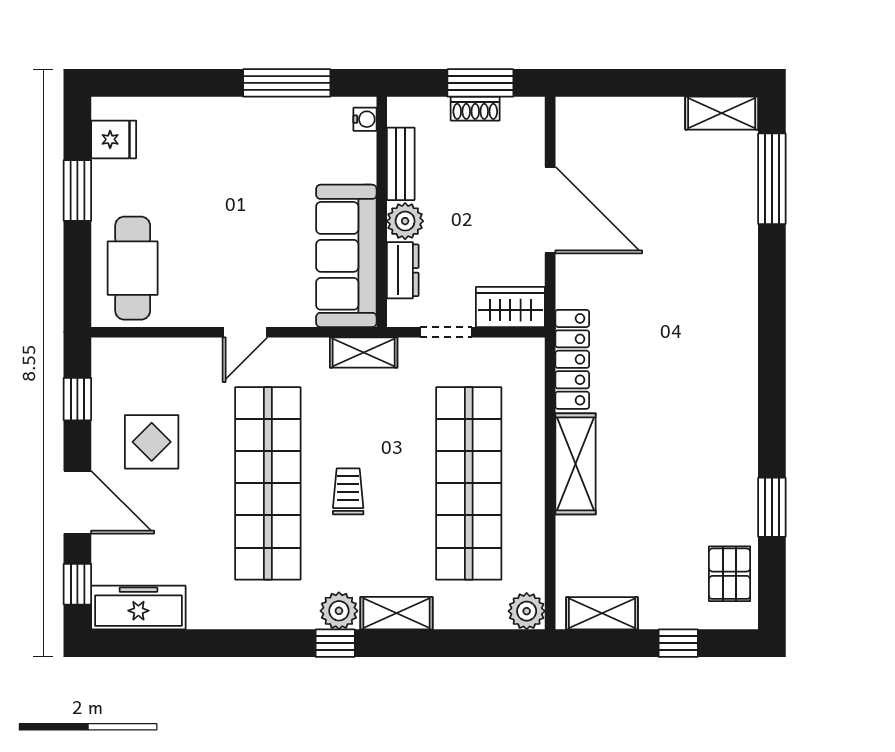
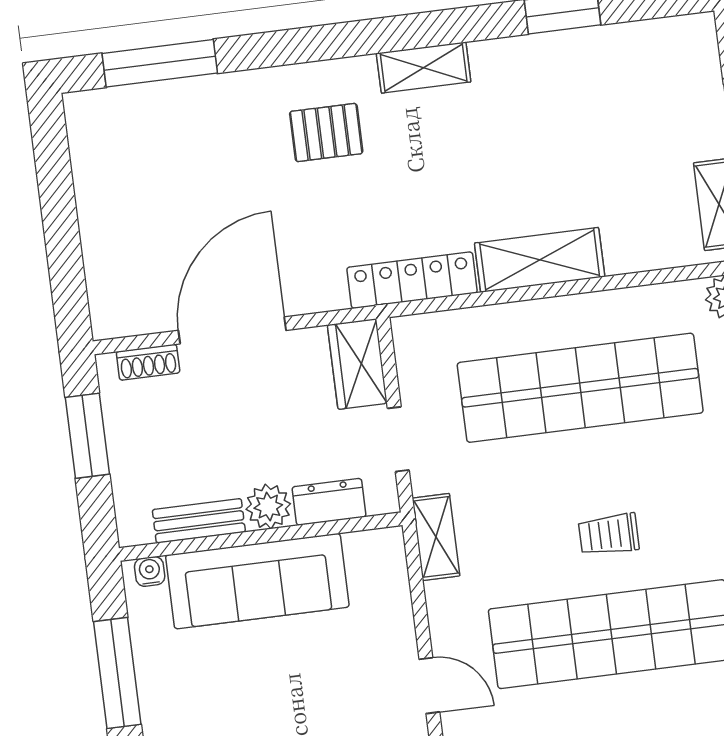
shoe rack: (475, 109) -> (148, 362), moved, turned 90
shelving: (722, 113) -> (424, 68), moved, turned 90
sofa: (346, 256) -> (257, 581), moved
pallet: (730, 574) -> (326, 133), moved

